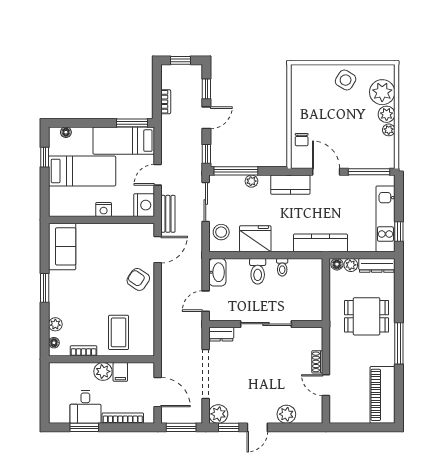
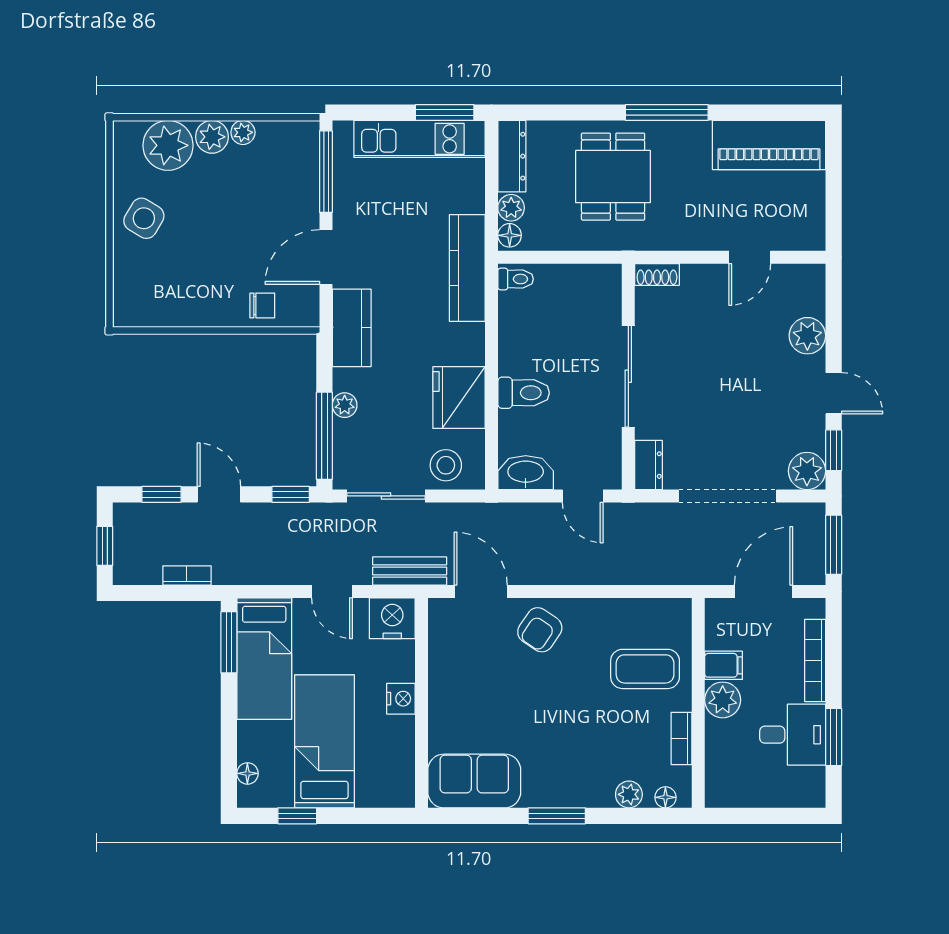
window: (399, 231) -> (445, 112), width x1.50
toilet: (282, 267) -> (516, 279), moved
shoe rack: (317, 362) -> (657, 274), moved

